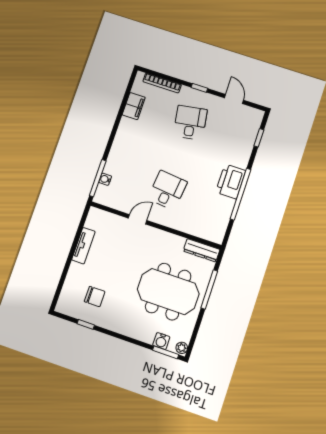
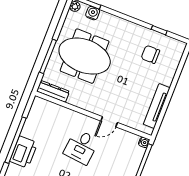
water cooler: (105, 179) -> (144, 142), moved
tv unit: (83, 246) -> (157, 106), width x1.41

